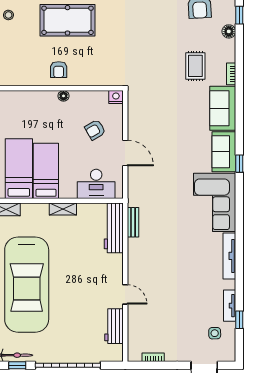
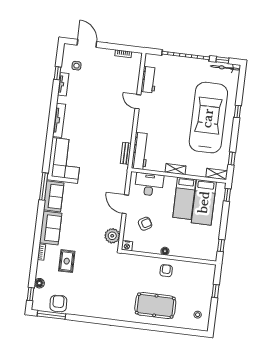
plant: (138, 108) -> (112, 236), added
window: (239, 164) -> (44, 186), width x2.17

